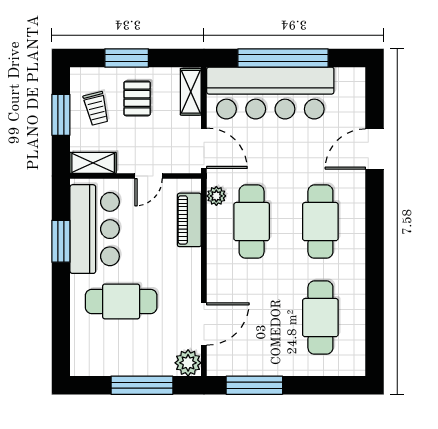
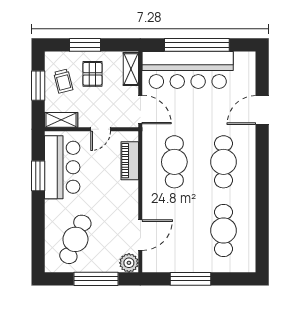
plant: (216, 196) -> (149, 144), removed
cafe table: (121, 301) -> (75, 239), moved, turned -67
window: (254, 385) -> (190, 279), moved

